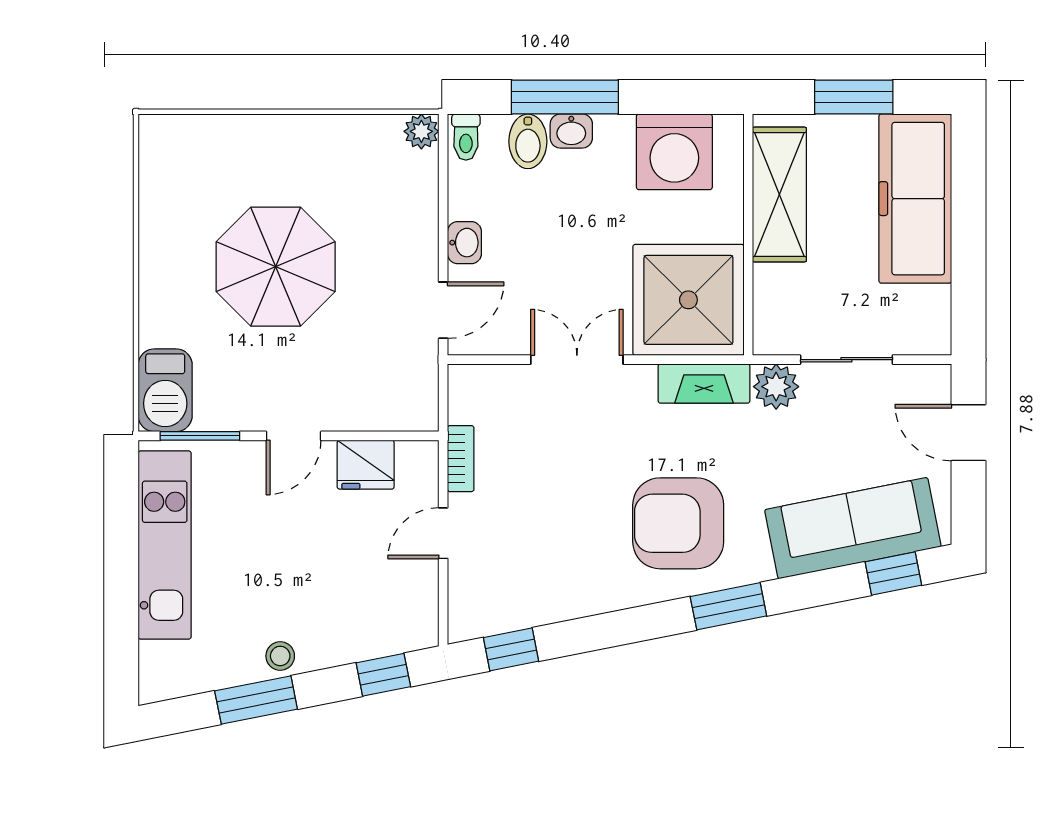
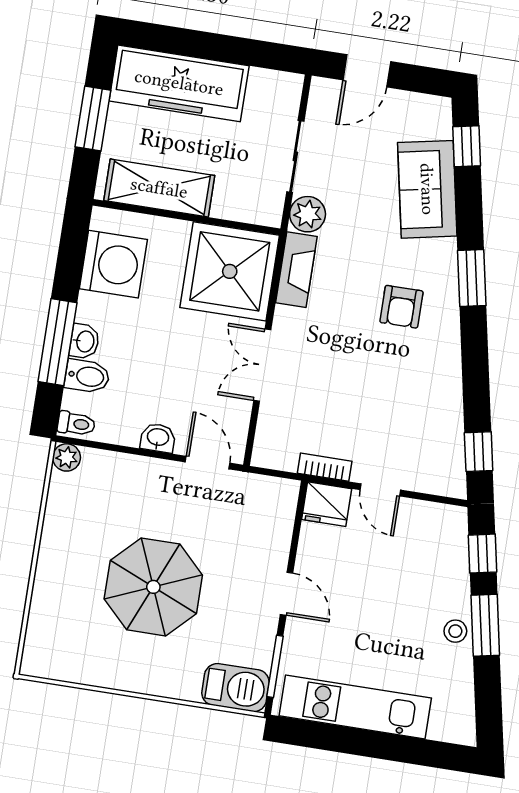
fridge: (366, 465) -> (327, 504), moved, turned 90
armchair: (678, 523) -> (401, 307), width x0.53, depth x0.53
sofa: (853, 528) -> (427, 189), width x0.73
window: (256, 700) -> (485, 625), moved

